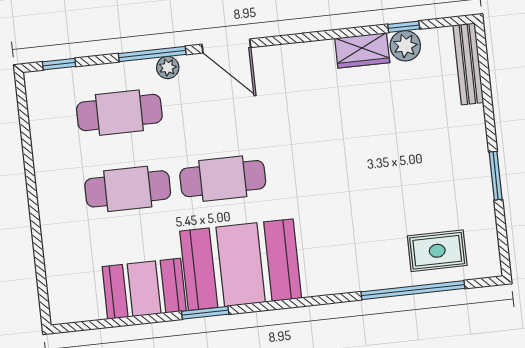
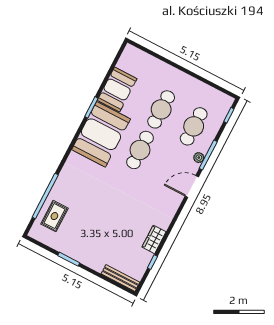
plant: (405, 46) -> (144, 258), removed

